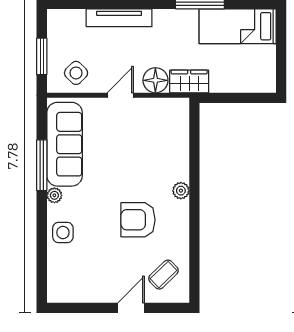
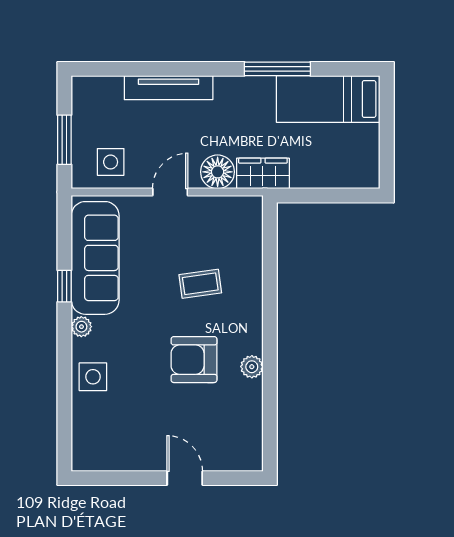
side table: (76, 73) -> (111, 162), turned 45
window: (42, 165) -> (64, 286), width x0.46
plant: (181, 191) -> (252, 367), moved
coffee table: (163, 275) -> (200, 284), moved, turned 36
door: (131, 308) -> (185, 478), hinge flipped

